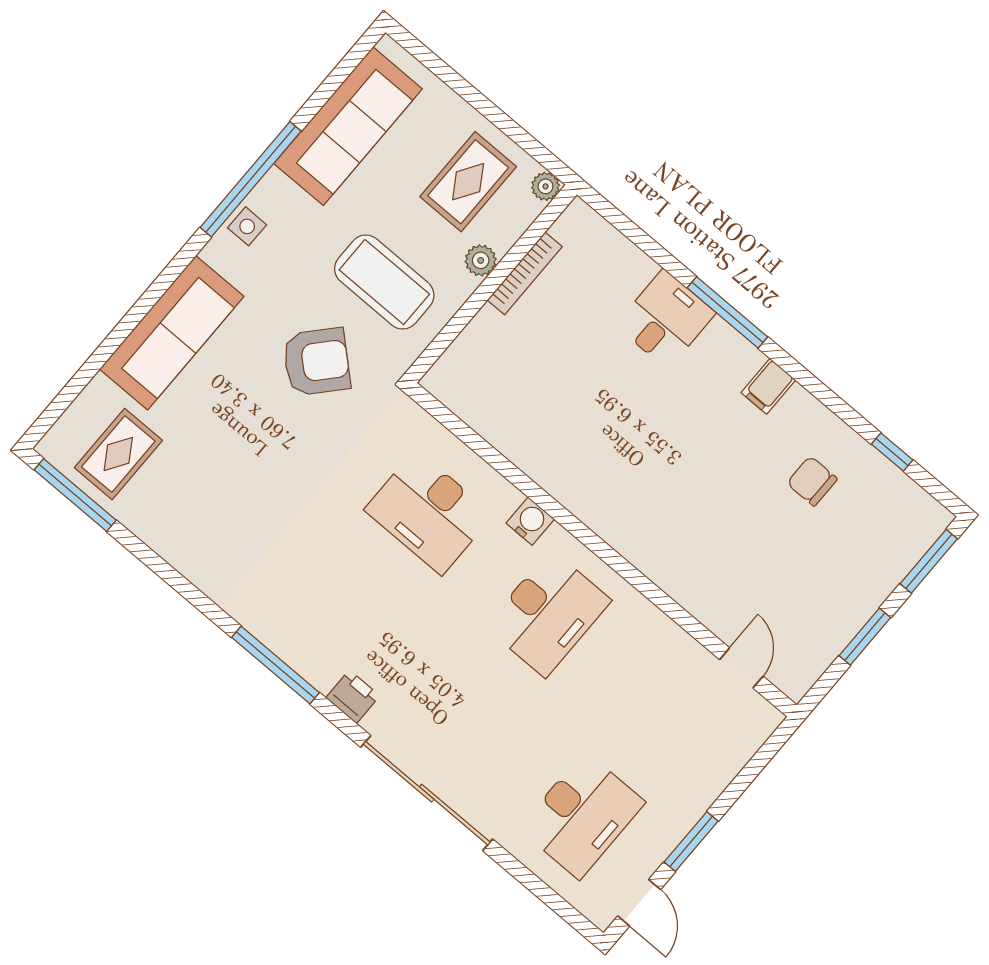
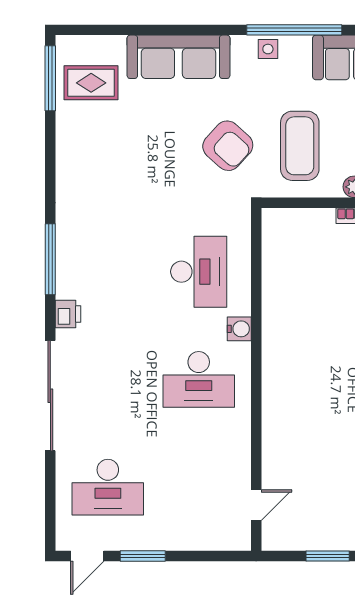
desk: (429, 512) -> (199, 272), turned 180

